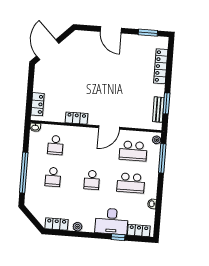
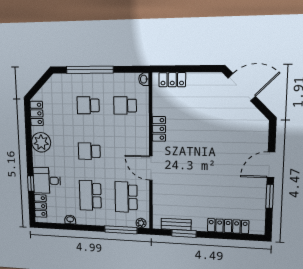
window: (148, 33) -> (270, 196), moved
desk: (112, 221) -> (47, 181), width x0.73
plant: (77, 227) -> (41, 142), width x1.87, depth x1.87

